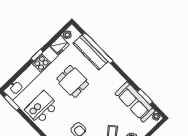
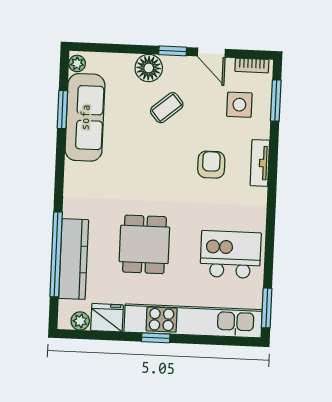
kitchen island: (41, 107) -> (231, 255), turned 180

